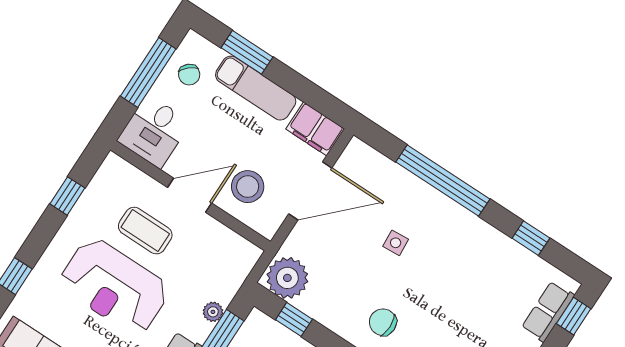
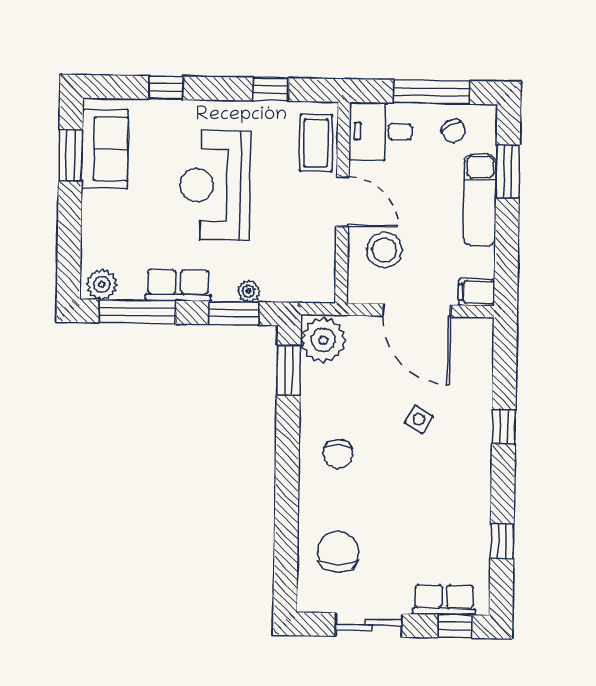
chair: (189, 75) -> (453, 131), turned -81
filing cabinet: (315, 129) -> (477, 292), width x0.50
window: (443, 180) -> (504, 427), width x0.32
coffee table: (145, 231) -> (316, 143), moved
side table: (396, 243) -> (419, 419), turned 35
window: (294, 319) -> (289, 370), width x1.50
chair: (383, 322) -> (338, 454), turned 180

